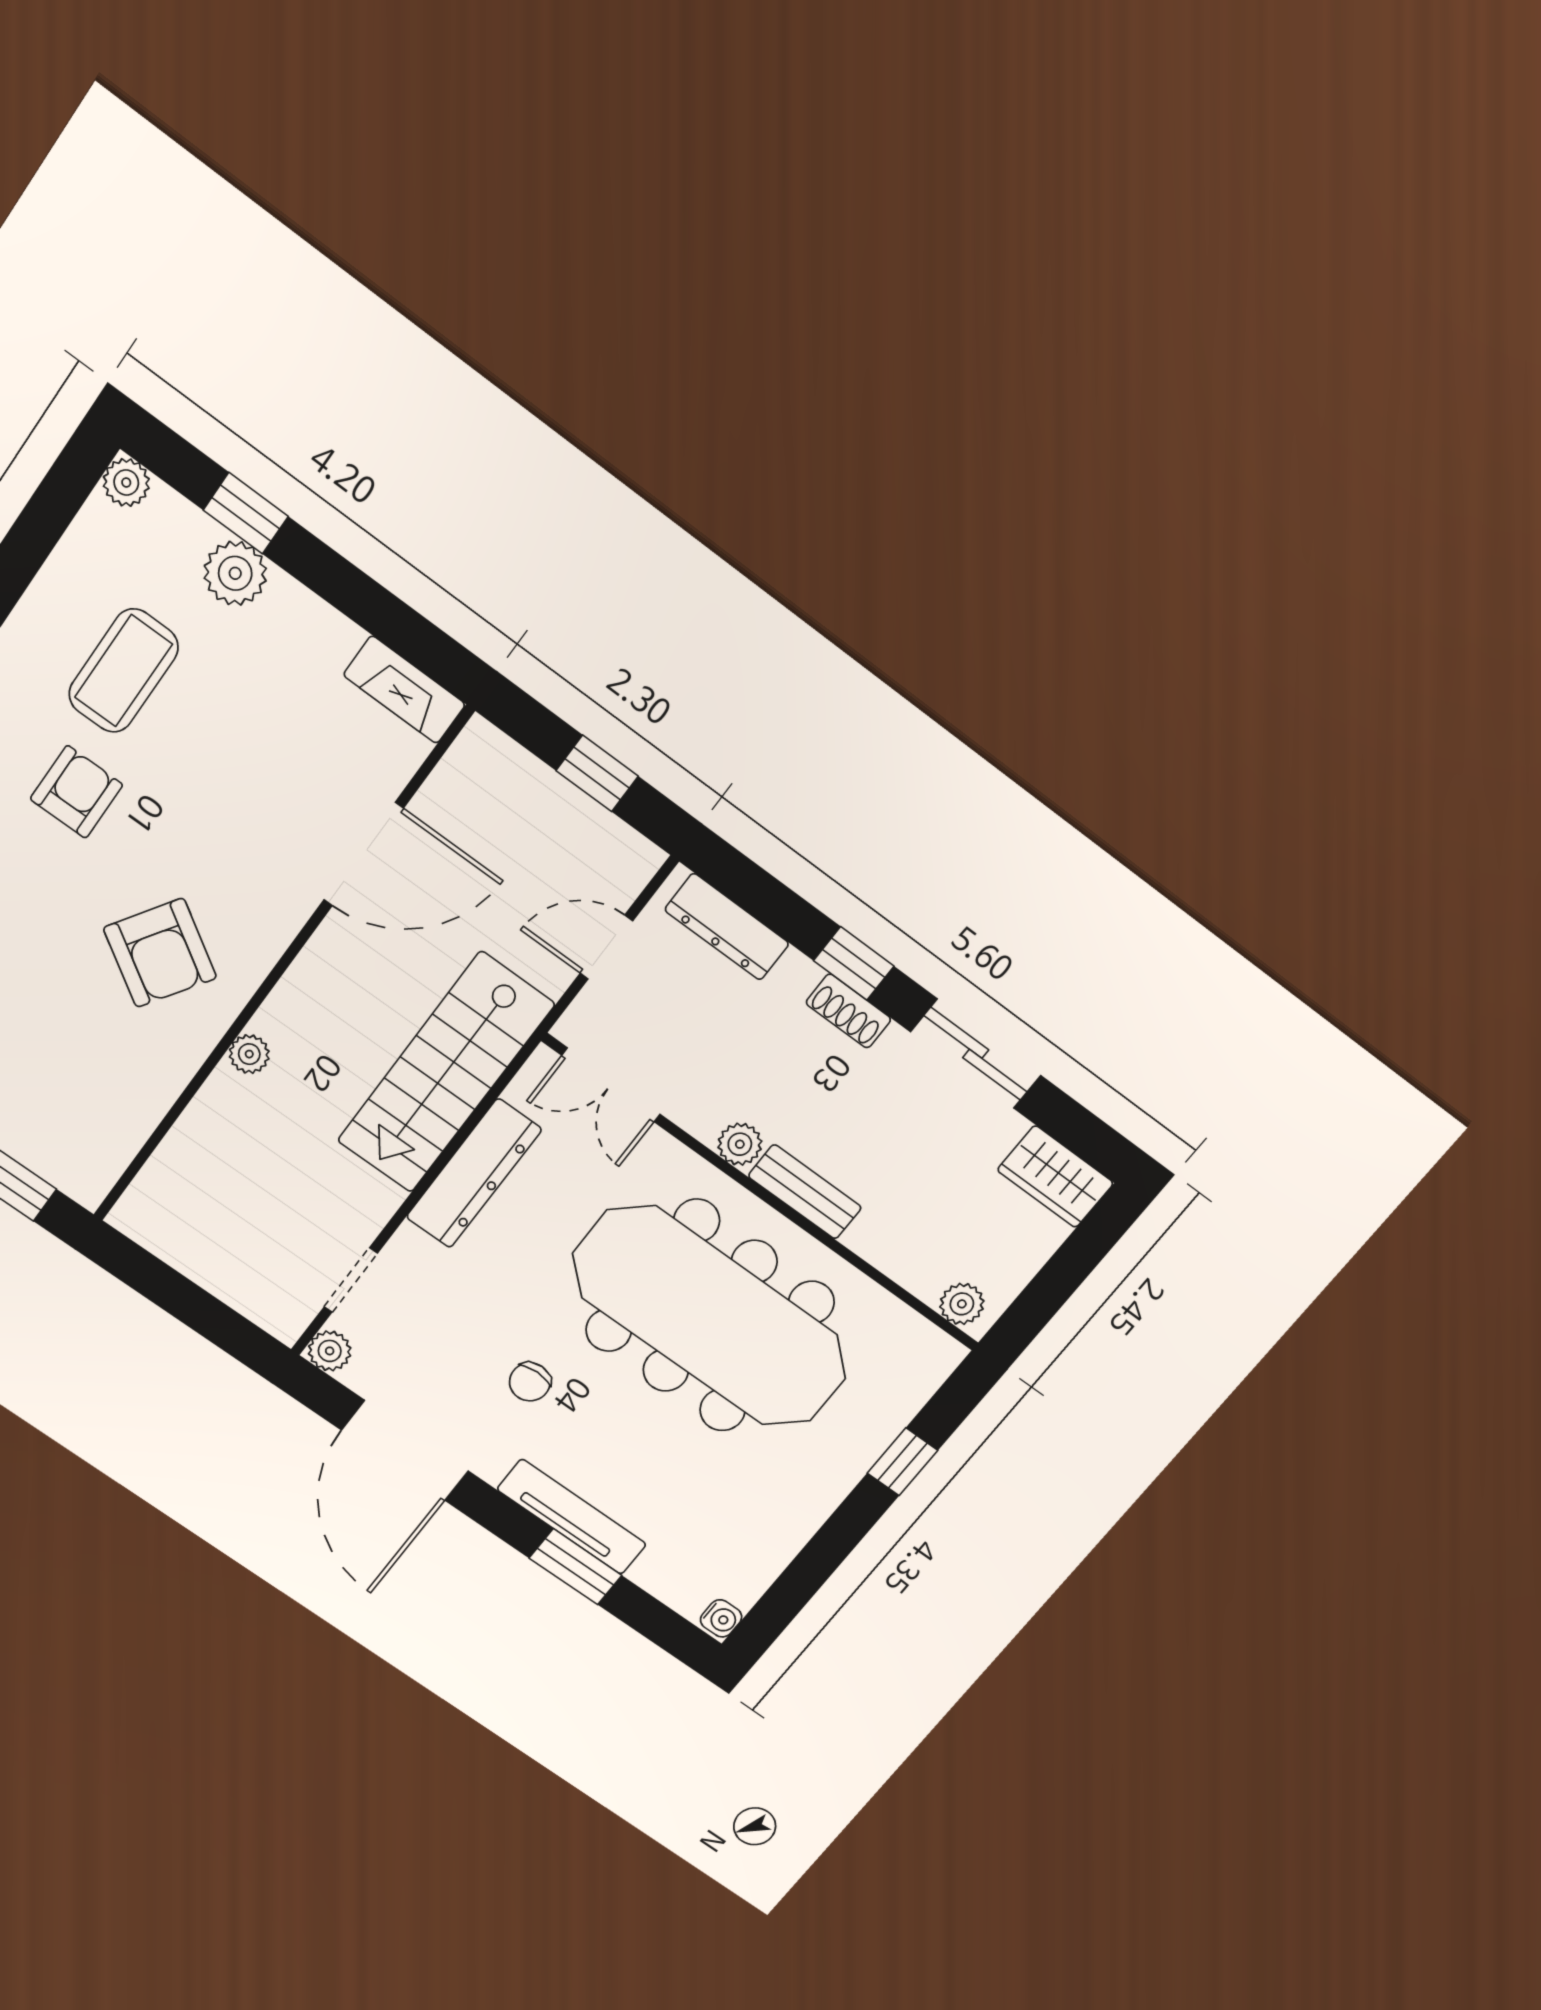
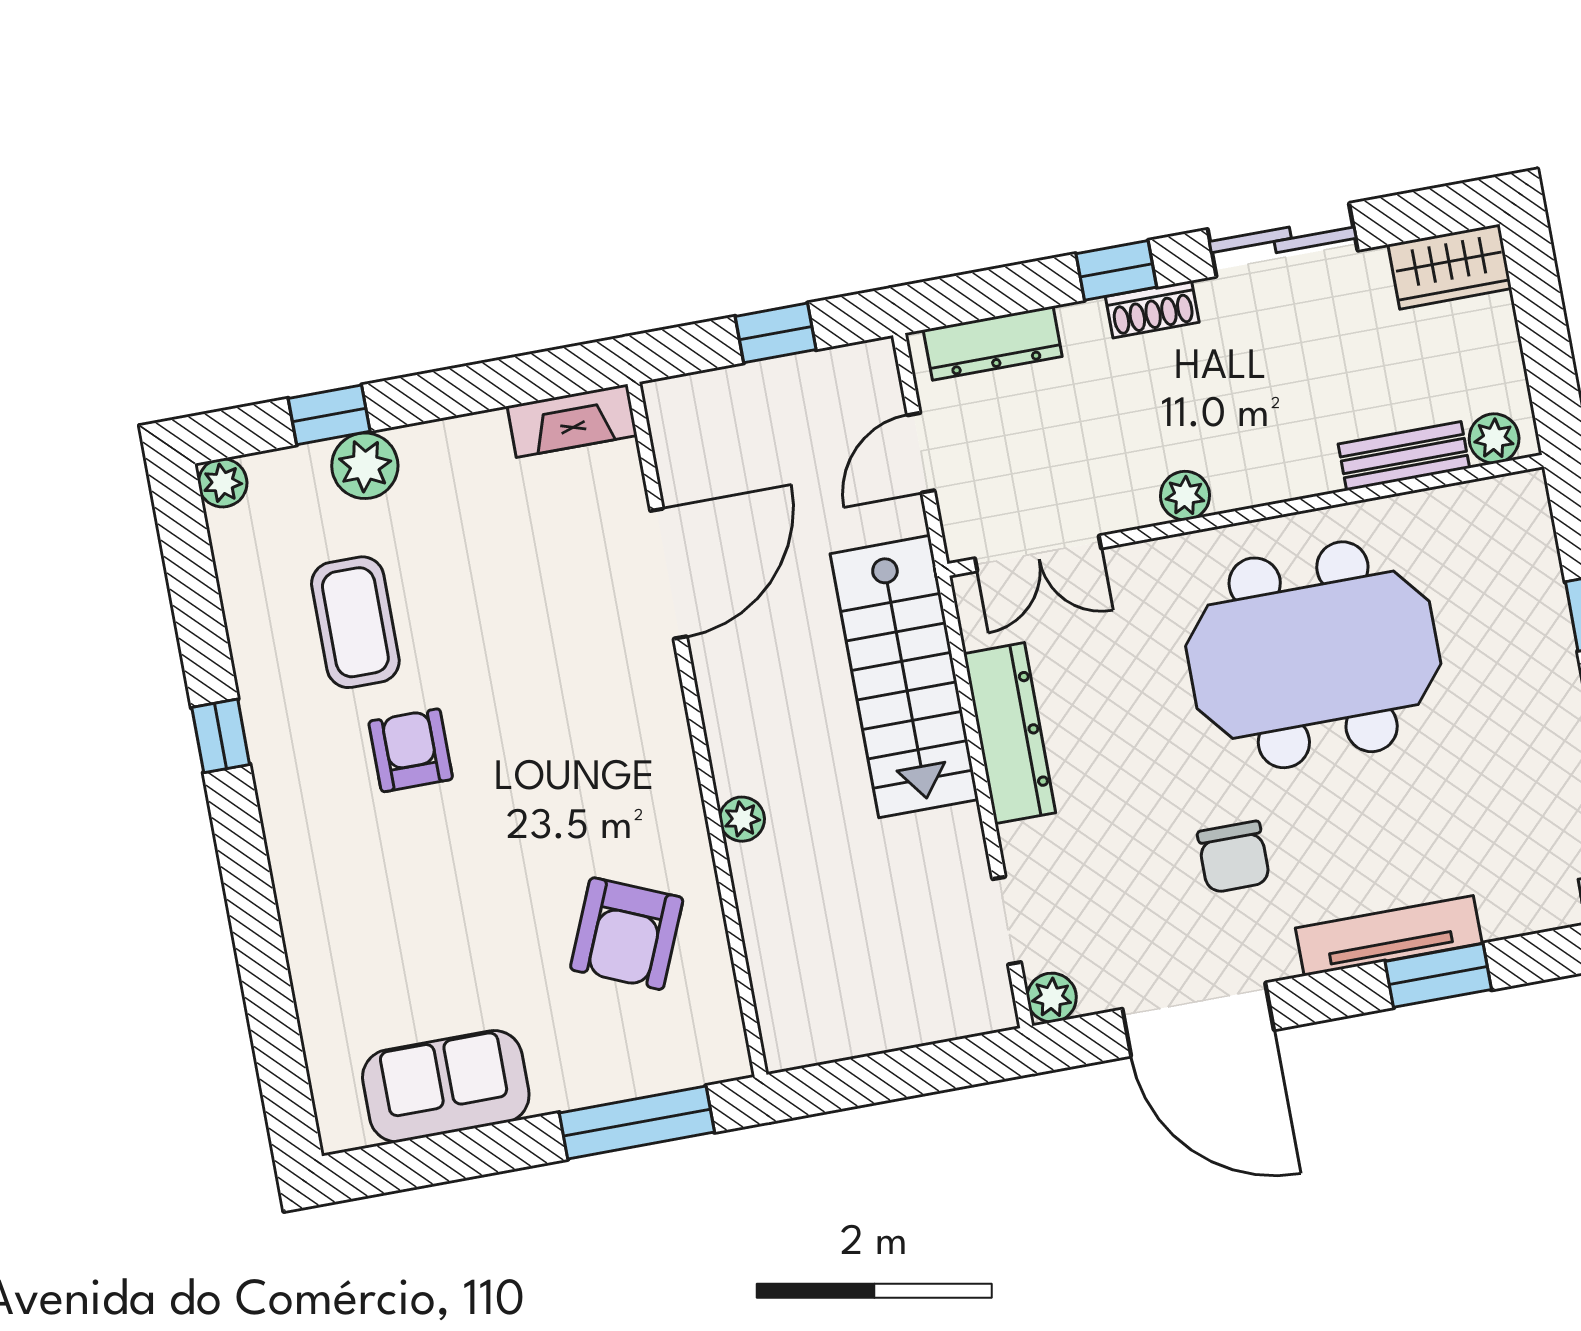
armchair: (160, 953) -> (627, 934), moved, turned 80
bench: (805, 1192) -> (1404, 456), moved
meeting table: (710, 1316) -> (1313, 655), width x0.73
chair: (530, 1382) -> (1234, 857), width x1.37, depth x1.37

